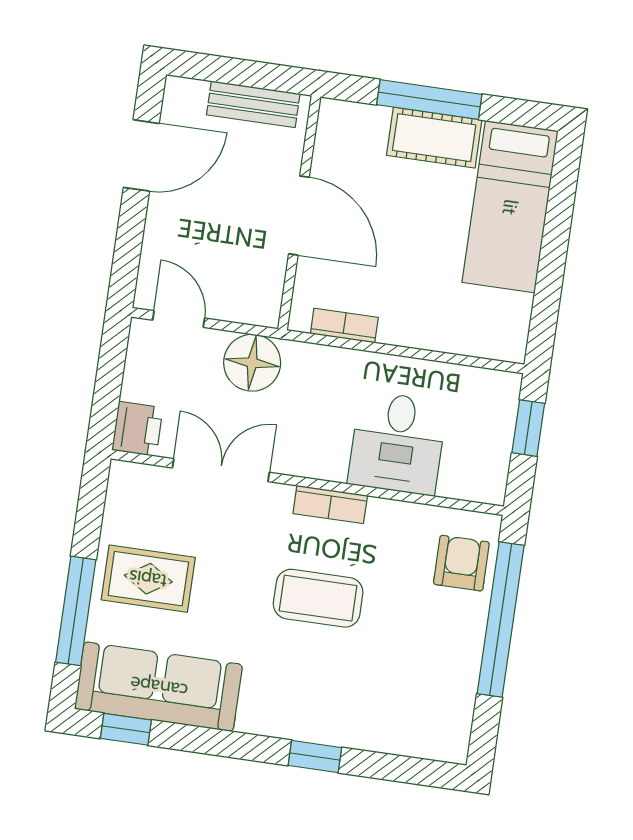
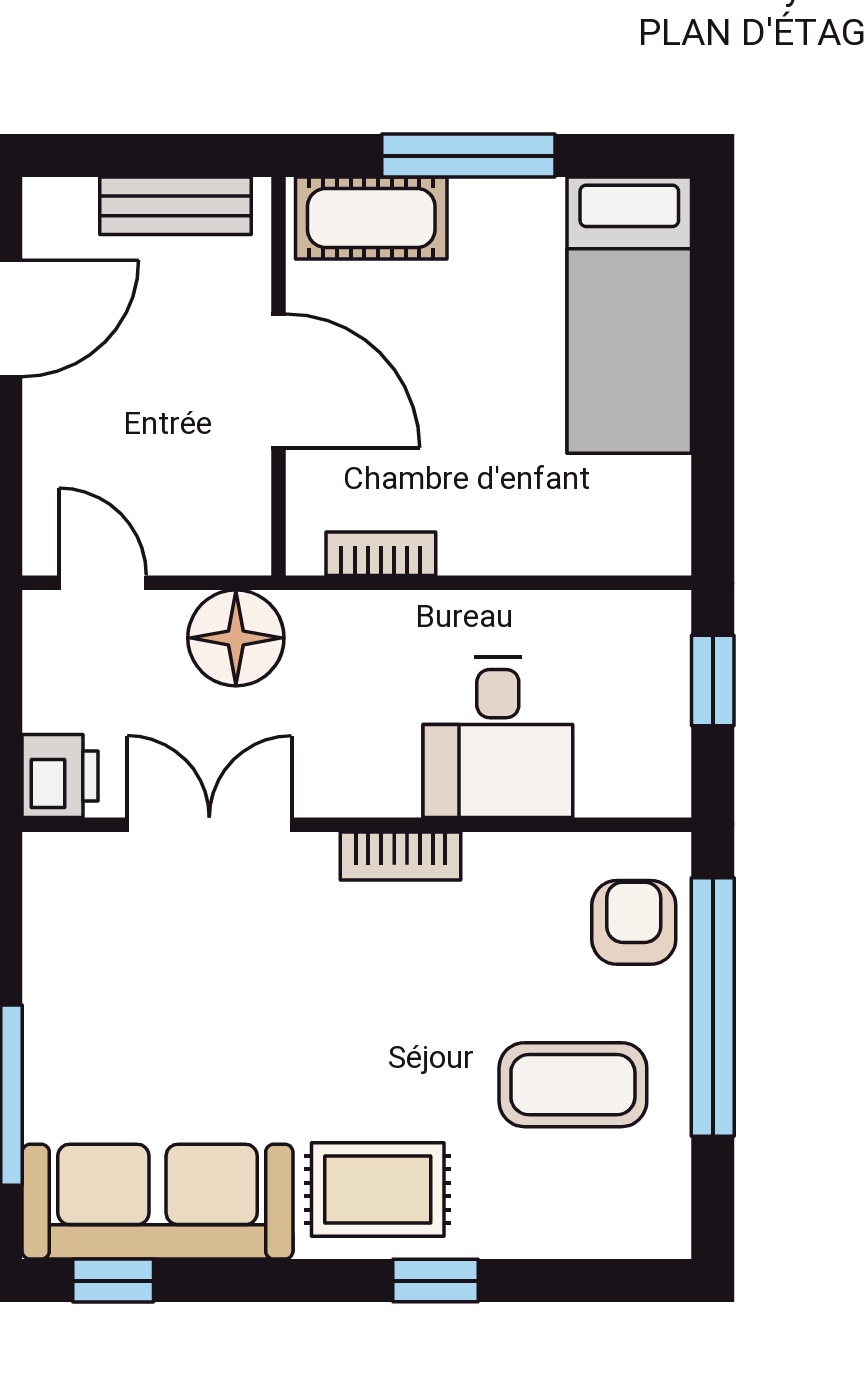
cot: (434, 138) -> (371, 218), moved
rug: (148, 579) -> (378, 1189), moved
coffee table: (318, 598) -> (573, 1085), moved

